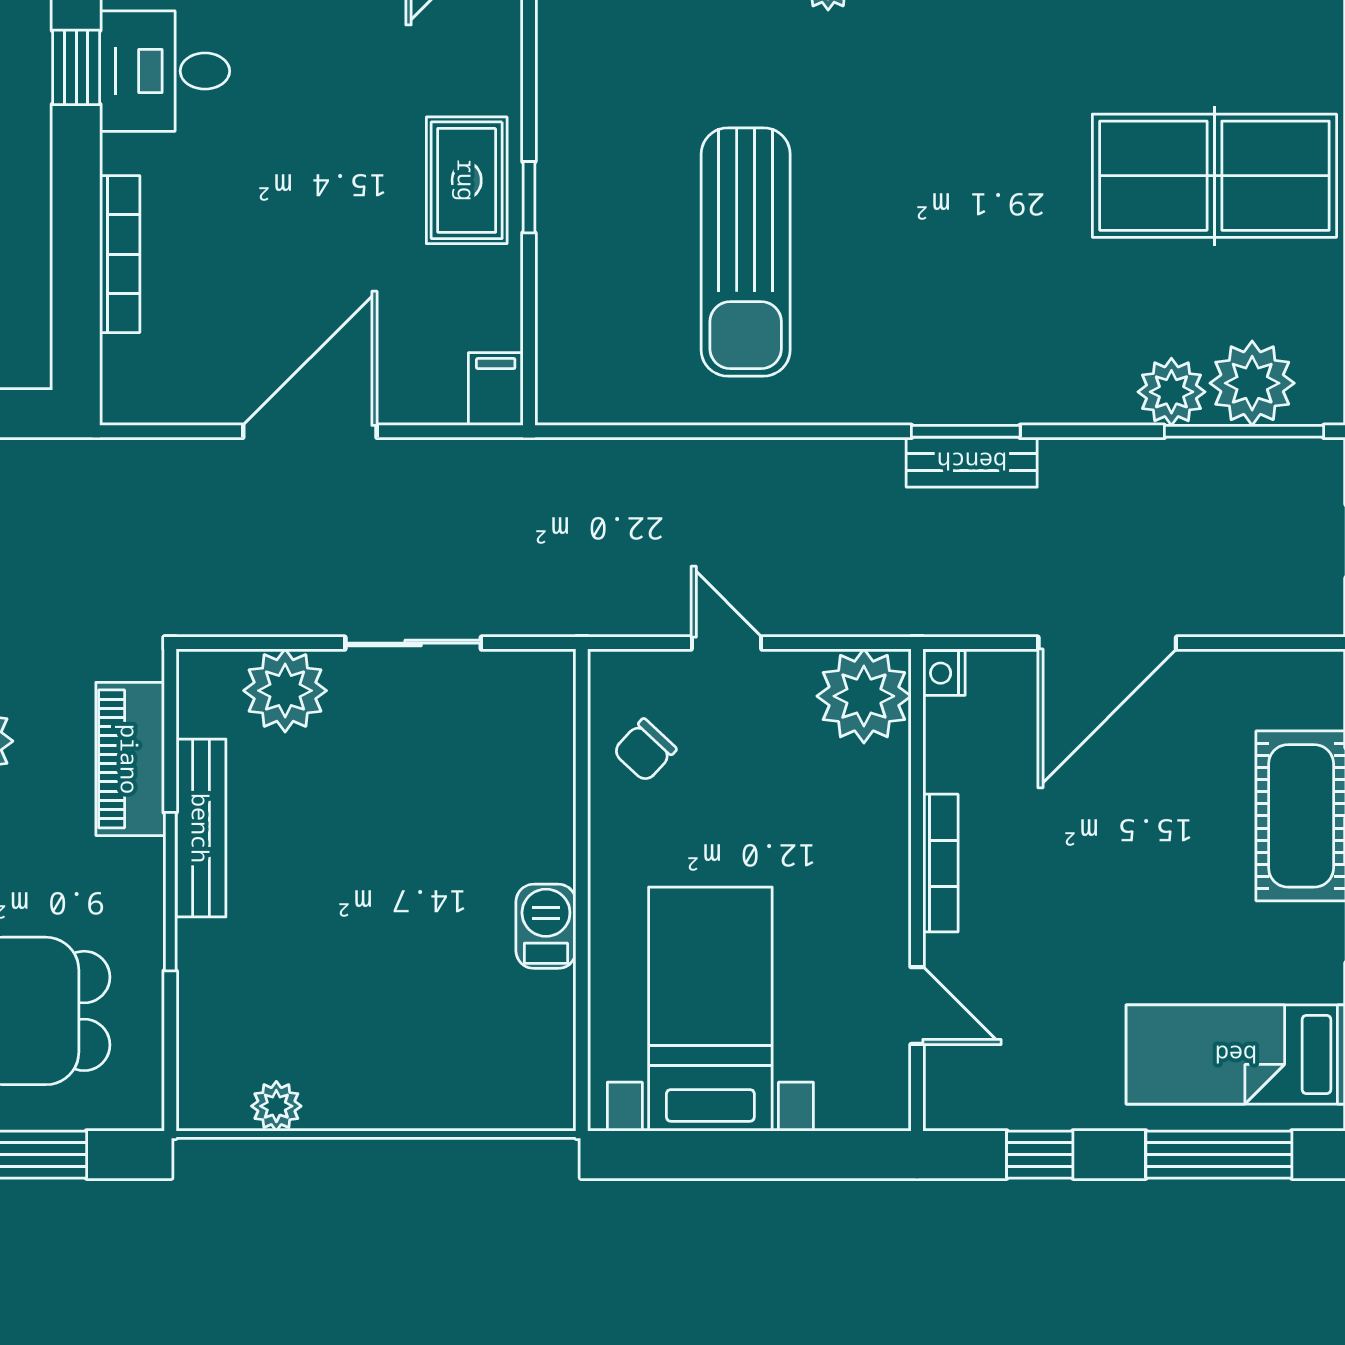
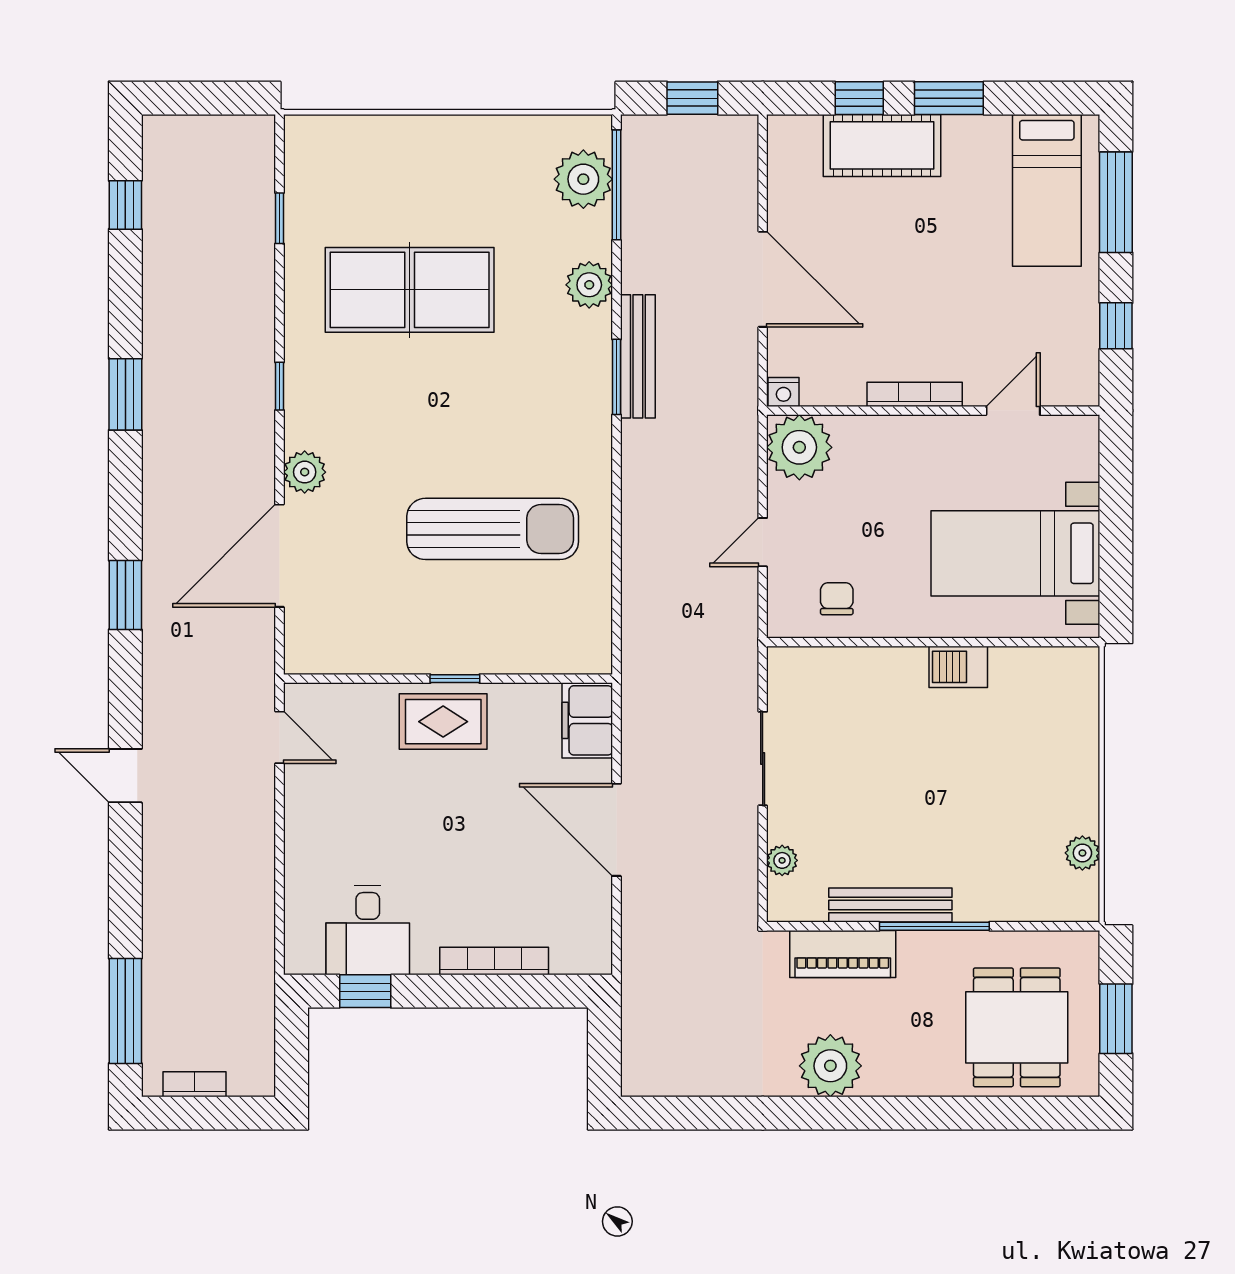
table tennis table: (1214, 176) -> (410, 290), moved, turned 90
filing cabinet: (496, 389) -> (587, 720), width x2.00
plant: (1171, 392) -> (589, 285), moved
bench: (972, 462) -> (638, 356), width x1.36
plant: (285, 691) -> (782, 860), width x0.53, depth x0.53
chair: (645, 750) -> (837, 599), turned -133

